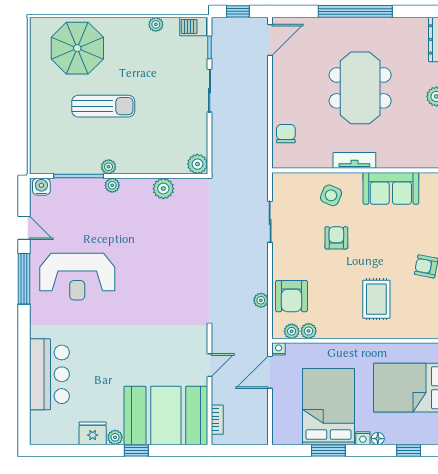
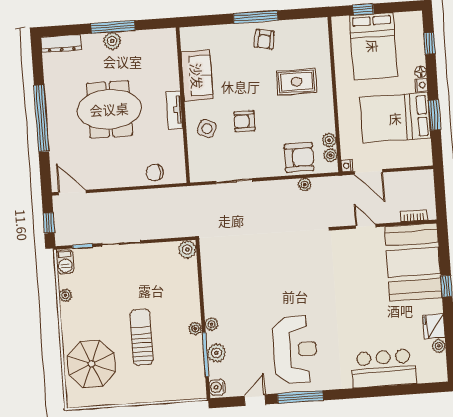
plant: (163, 189) -> (216, 353), moved
plant: (115, 437) -> (439, 346), moved

